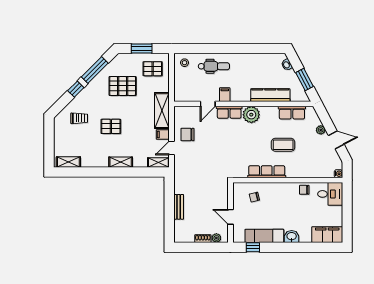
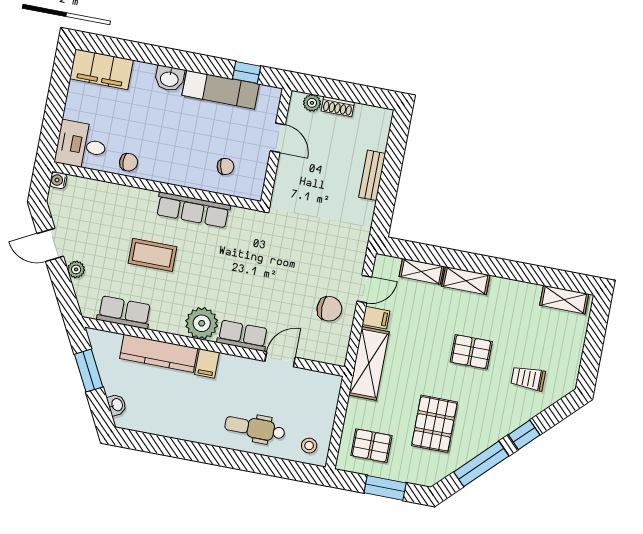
pallet: (123, 86) -> (434, 424), turned 90
filing cabinet: (225, 95) -> (207, 363), moved
shelving: (158, 163) -> (421, 271), moved

